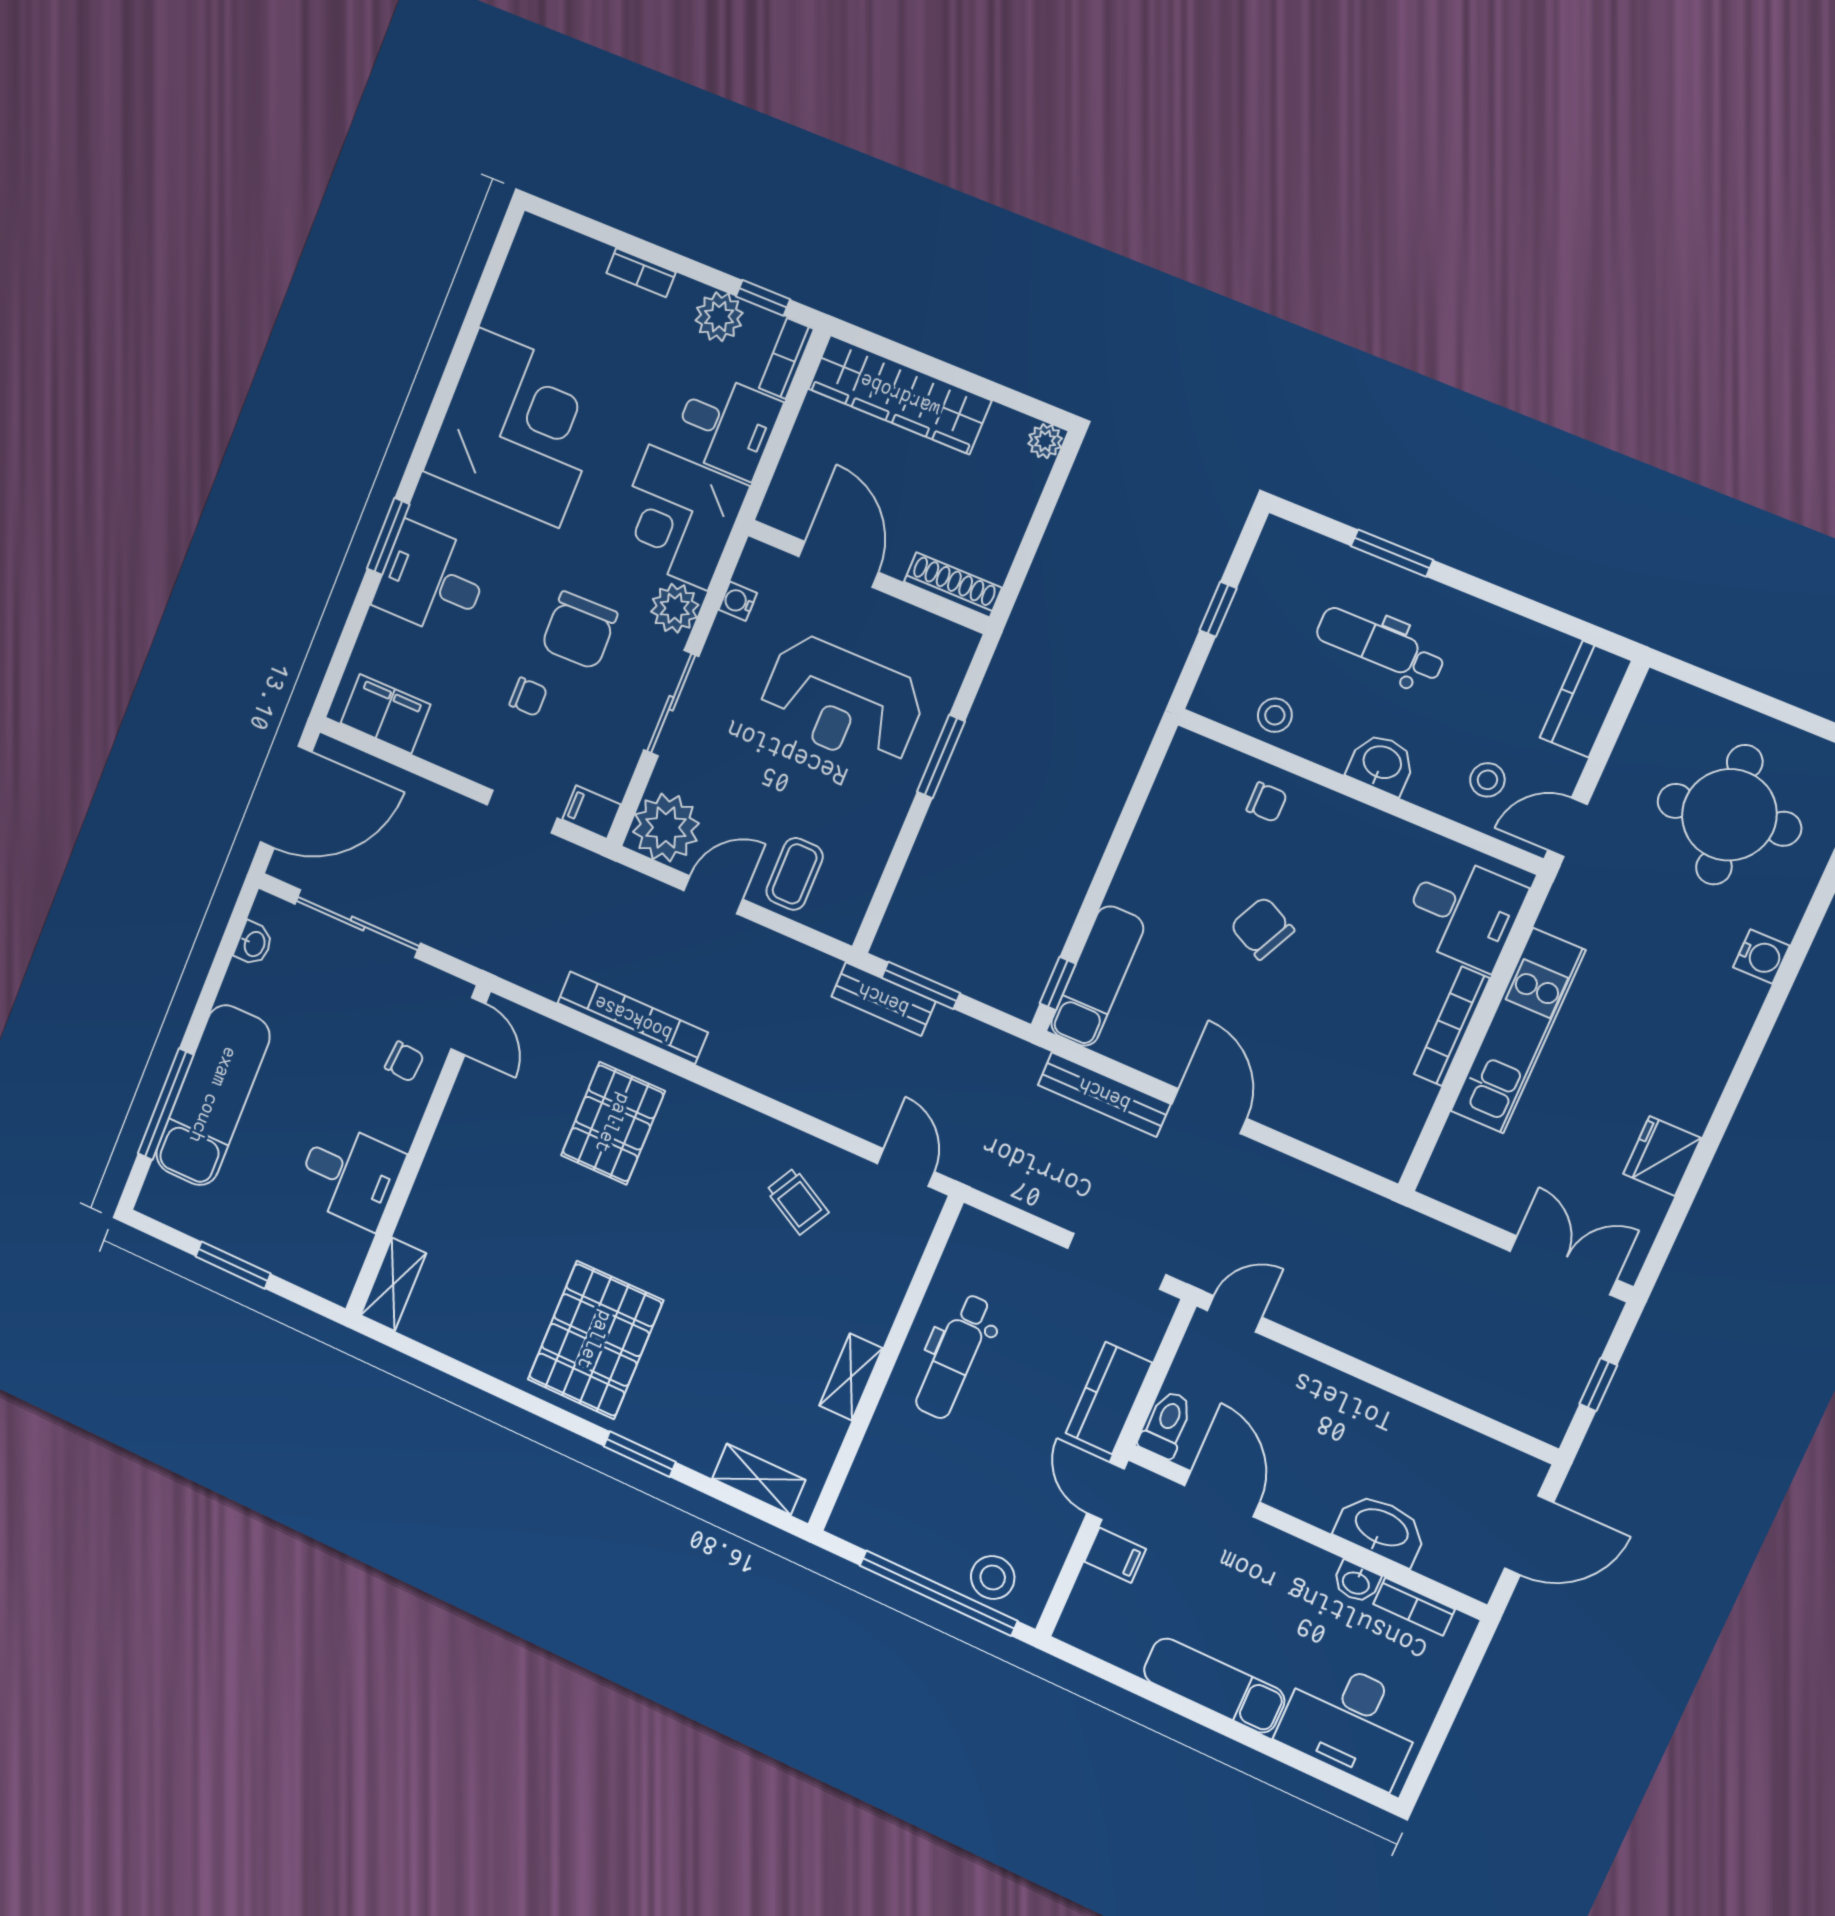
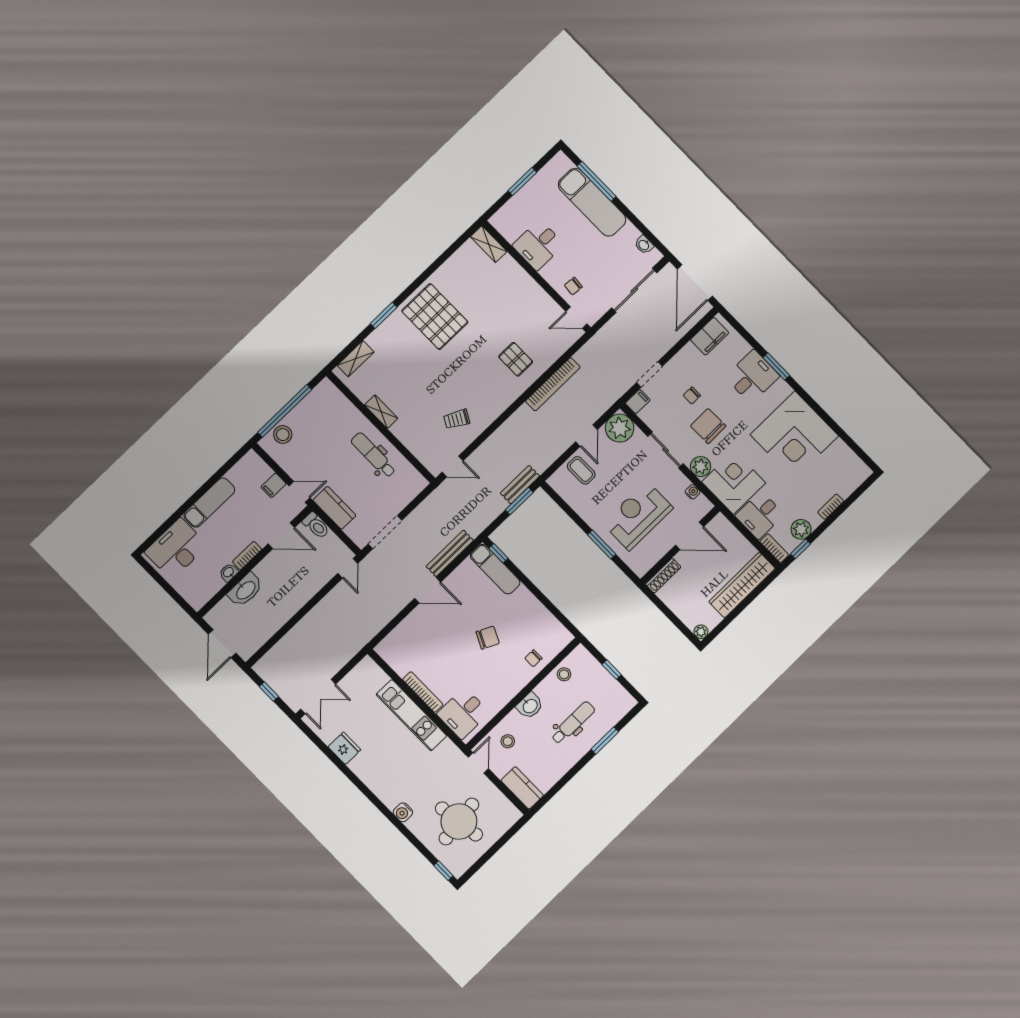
pallet: (613, 1123) -> (516, 359), width x0.67, depth x0.71
bookcase: (1414, 1607) -> (247, 556), moved

